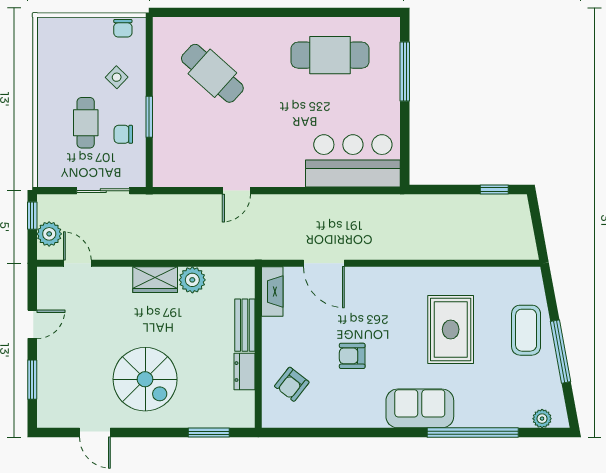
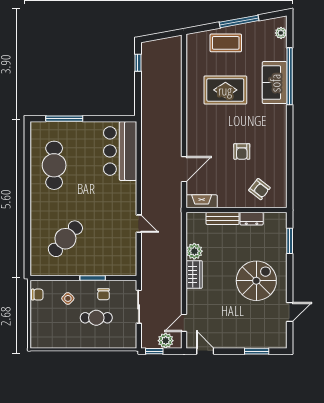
door: (32, 324) -> (205, 351), moved
sofa: (420, 408) -> (275, 83), moved

